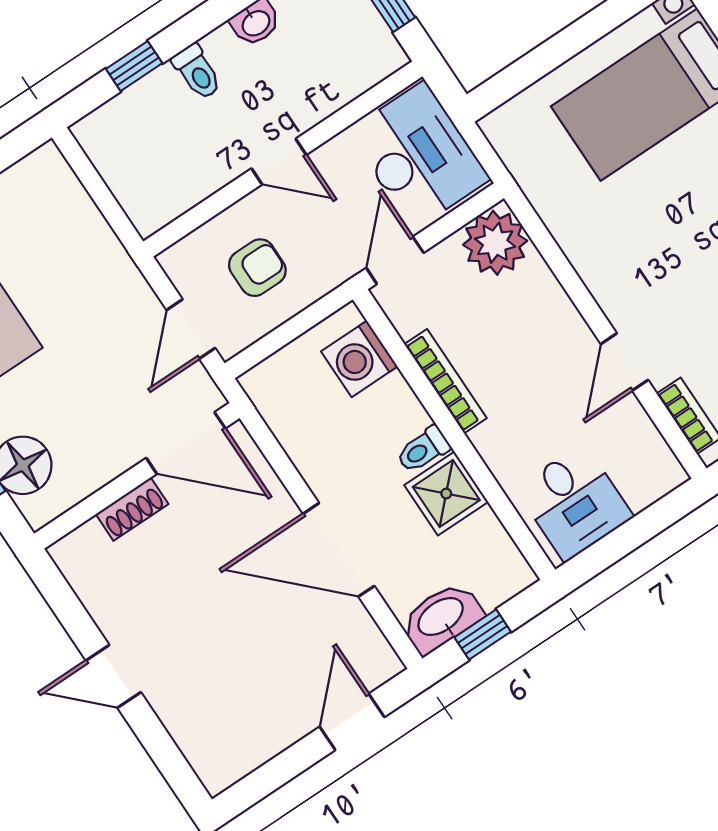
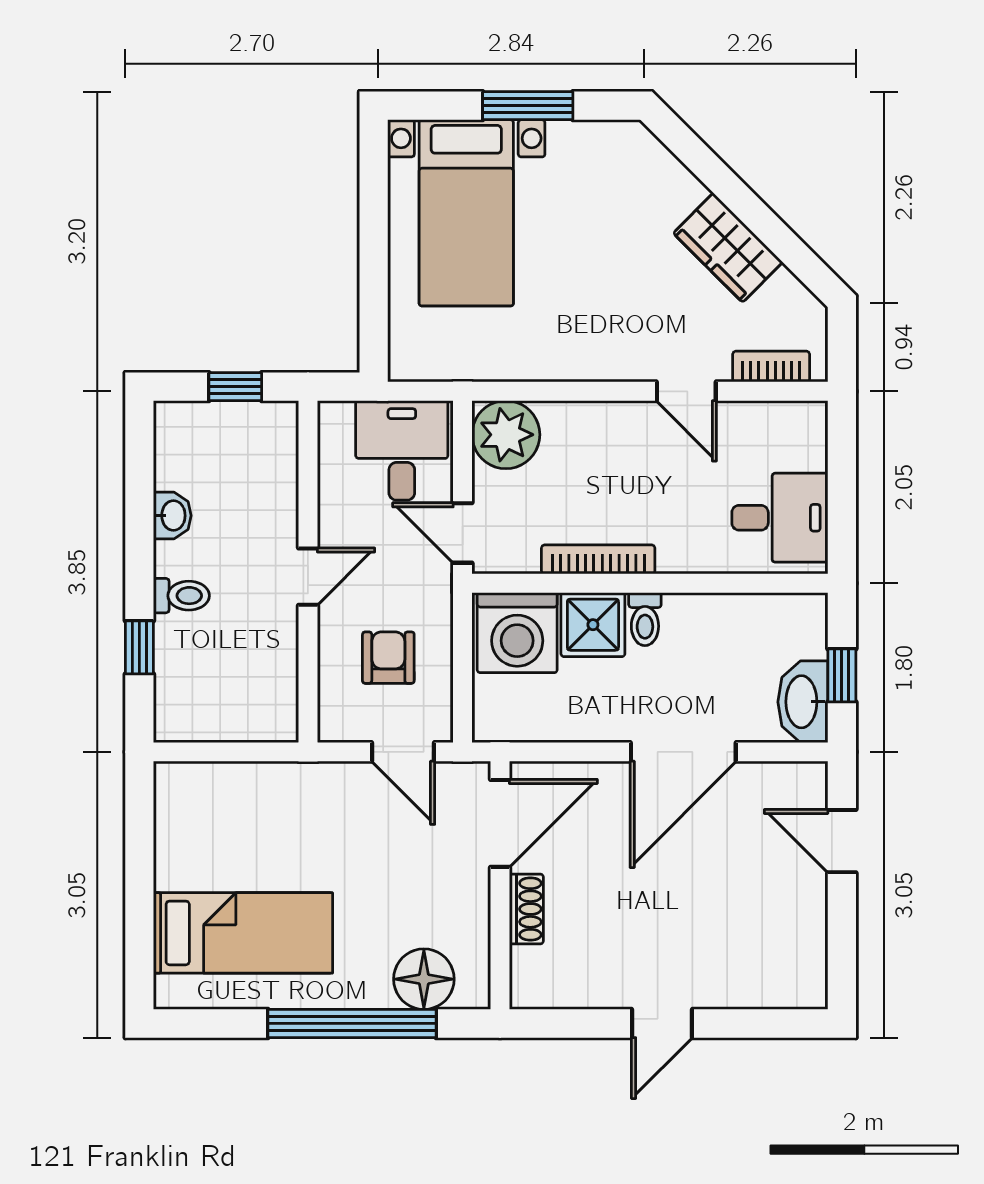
desk: (419, 155) -> (402, 450), width x0.73
washing machine: (359, 359) -> (517, 633), width x1.37, depth x1.37
shower: (446, 494) -> (593, 625), moved

